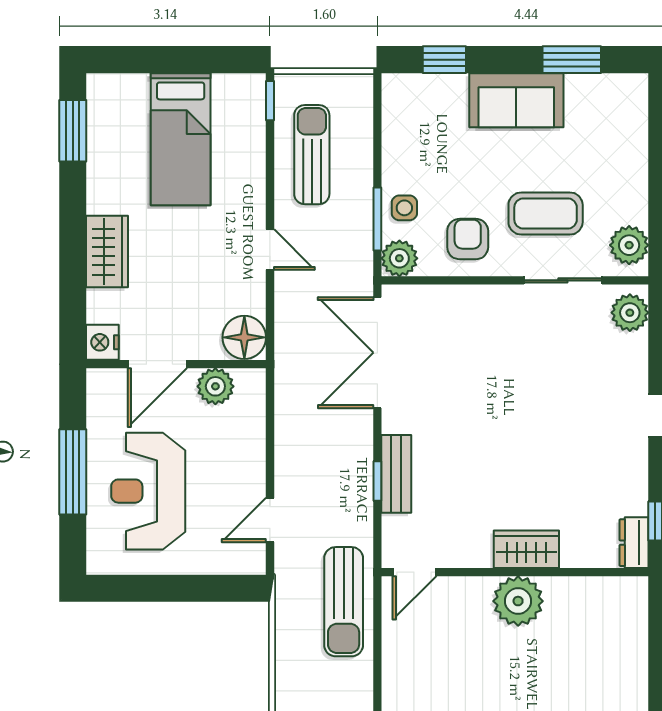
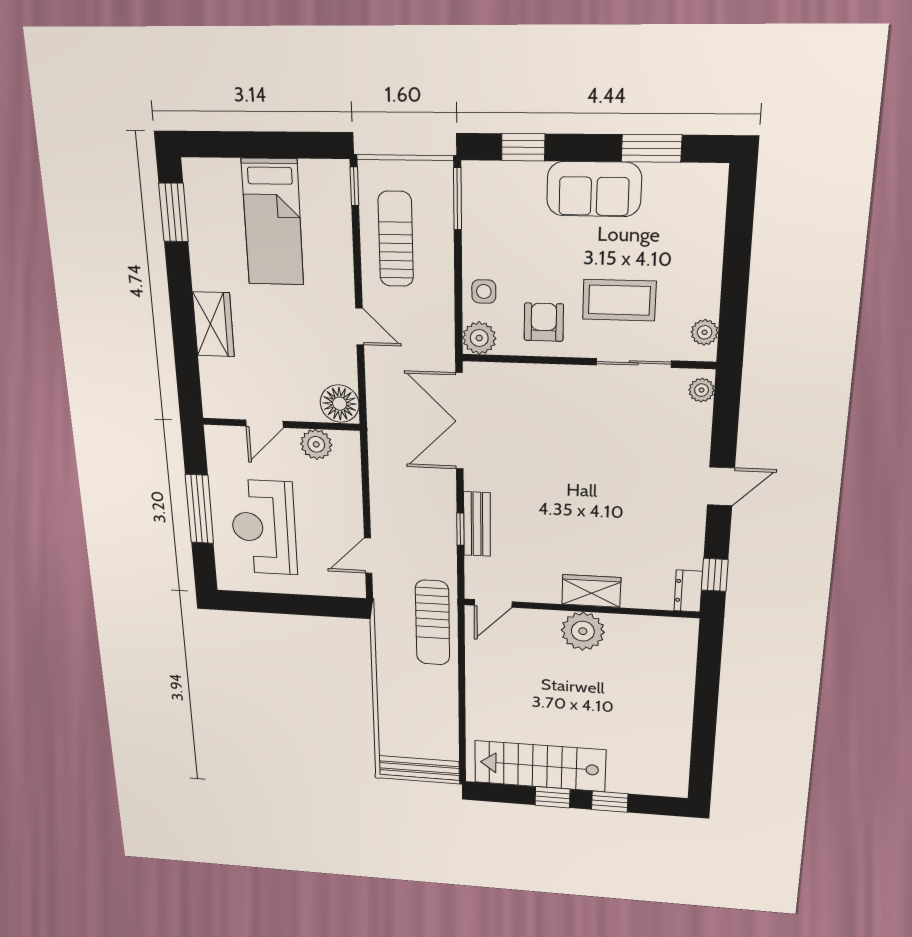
window: (377, 219) -> (457, 199), moved
plant: (629, 245) -> (705, 332), width x0.73, depth x0.73
plant: (630, 313) -> (702, 390), width x0.73, depth x0.73
nightstand: (102, 342) -> (216, 403), removed
door: (157, 364) -> (265, 424), width x0.73

